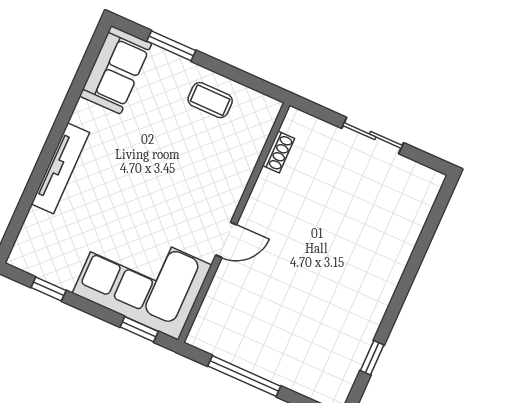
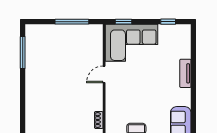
tv unit: (60, 168) -> (185, 73), width x0.71
window: (372, 358) -> (23, 53), width x2.17

